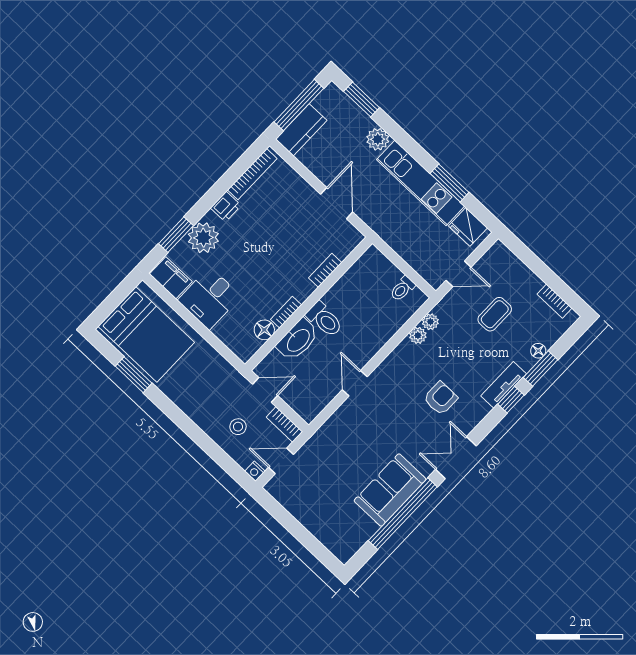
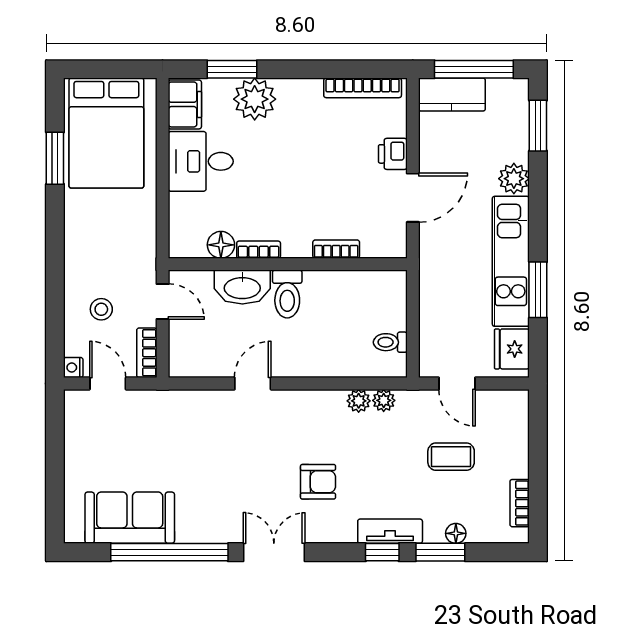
printer: (226, 207) -> (393, 154), moved, turned 90
sofa: (390, 490) -> (130, 518), moved

